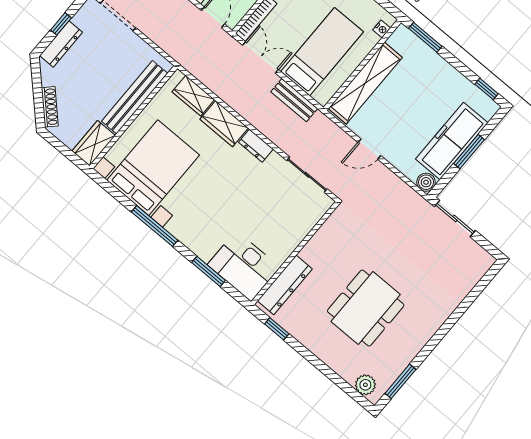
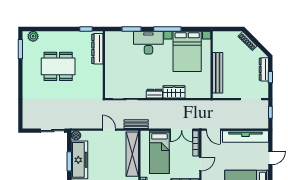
wardrobe: (193, 96) -> (195, 93), removed
bench: (294, 100) -> (136, 124), moved
wardrobe: (94, 143) -> (218, 41), removed
door: (369, 149) -> (109, 130), hinge flipped
desk: (244, 266) -> (148, 43), moved
dining table: (366, 308) -> (58, 66), turned 90

